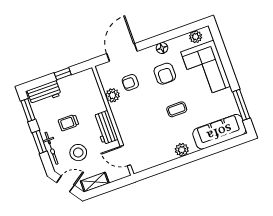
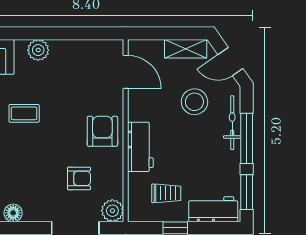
armchair: (165, 74) -> (102, 131), moved
plant: (113, 95) -> (112, 211), moved
trolley: (68, 123) -> (166, 193), moved
workbench: (105, 127) -> (140, 147), moved
window: (39, 142) -> (247, 138), width x1.44

